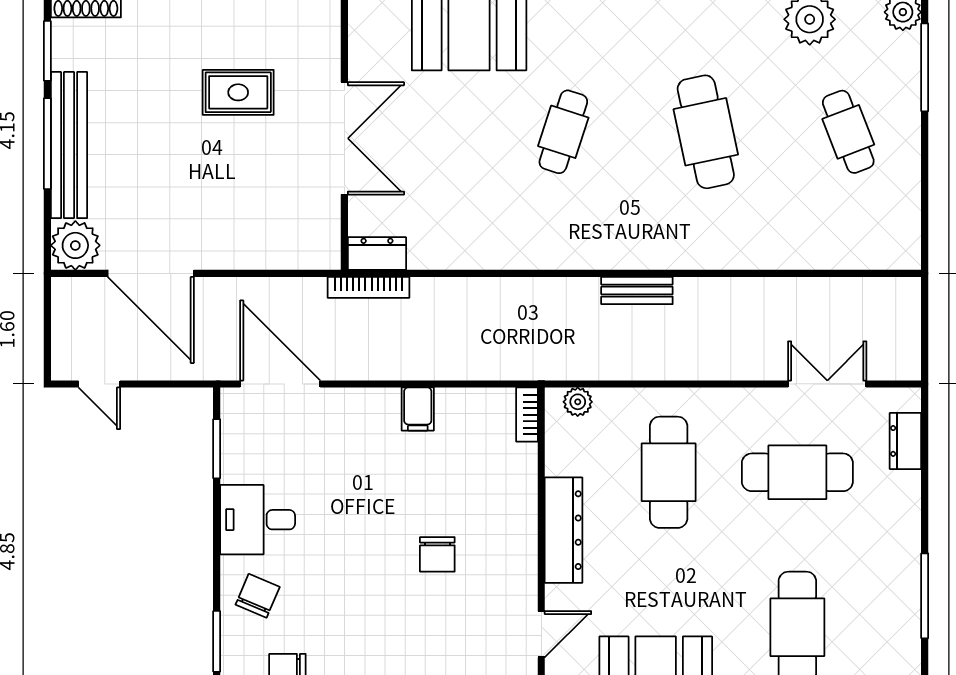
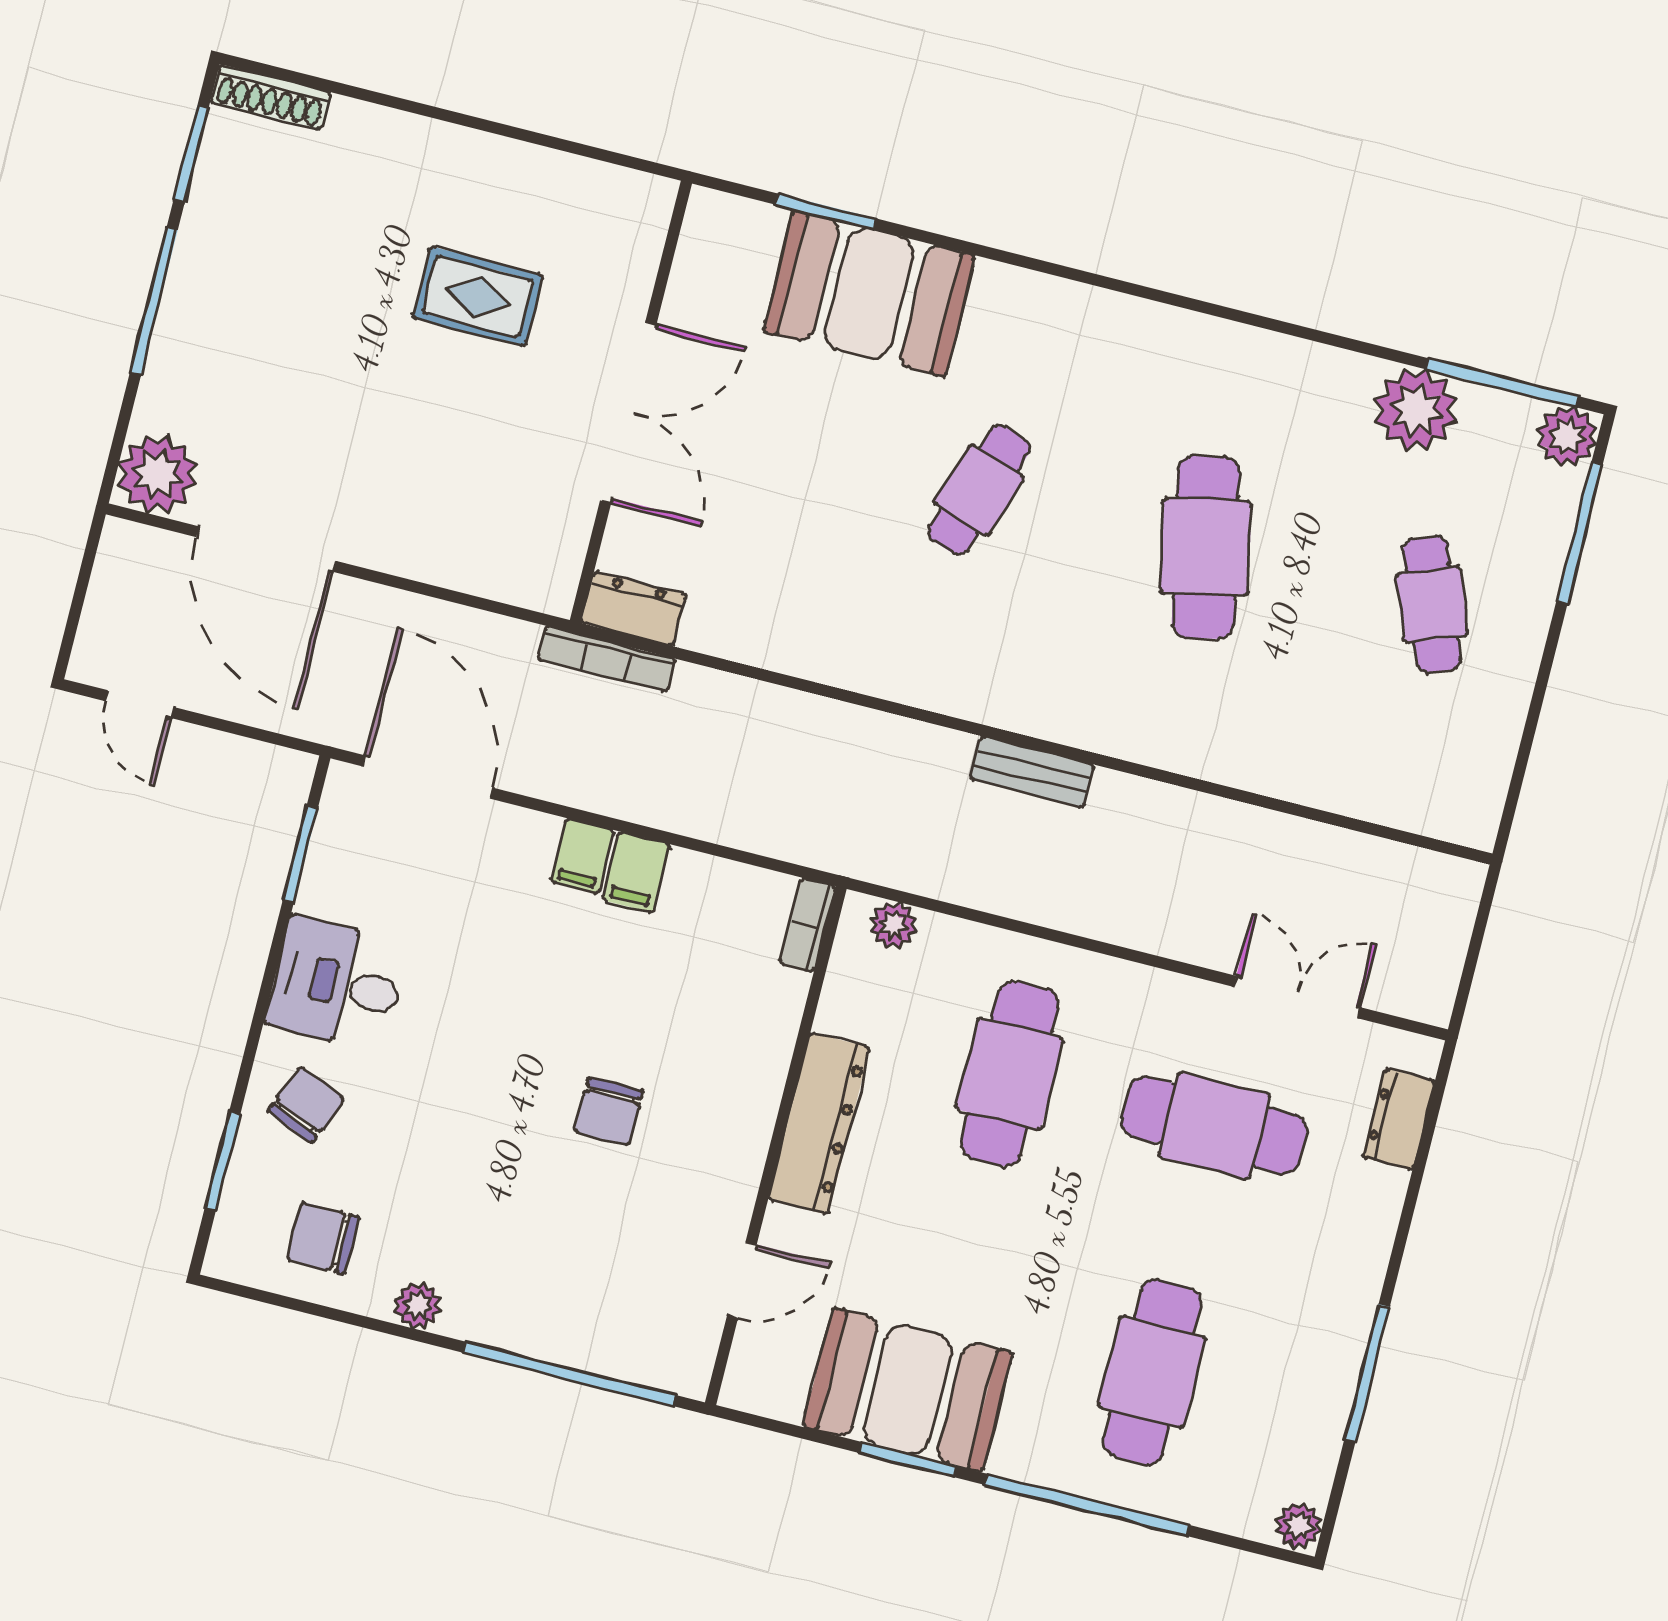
bench: (69, 145) -> (188, 312), removed
filing cabinet: (384, 407) -> (583, 856), added

